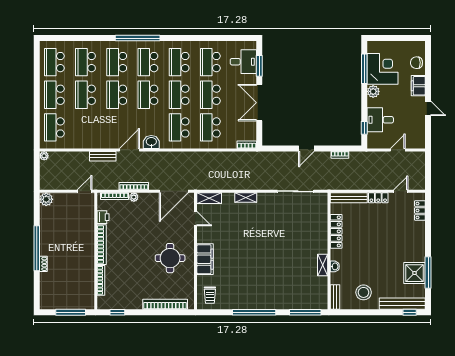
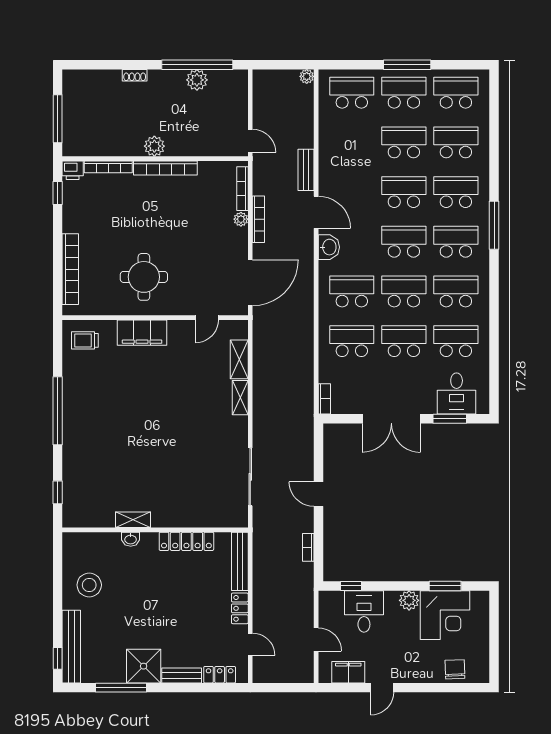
window: (138, 38) -> (494, 225), width x0.68
window: (364, 69) -> (445, 586), width x0.69
filing cabinet: (418, 86) -> (348, 672), moved
window: (37, 93) -> (407, 65), added
double door: (259, 103) -> (391, 419), swing flipped
door: (174, 191) -> (250, 283), swing flipped
shelving: (209, 198) -> (239, 359), moved
plant: (46, 199) -> (197, 80), moved
printer: (103, 217) -> (73, 170), moved
window: (37, 248) -> (197, 65), moved
plant: (88, 251) -> (154, 146), added
shower: (415, 273) -> (144, 666), moved
bench: (335, 297) -> (182, 676), moved
window: (305, 312) -> (58, 492), width x0.46

